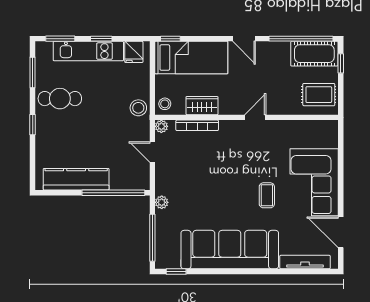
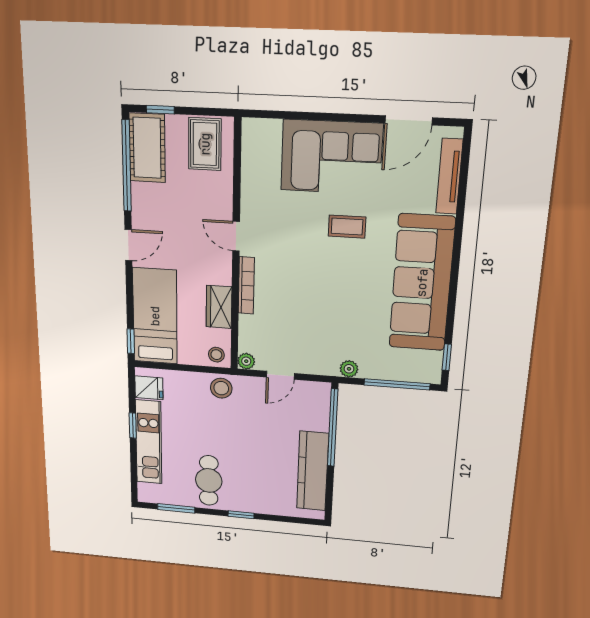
window: (60, 39) -> (134, 473), removed
bookcase: (197, 125) -> (246, 286), moved

